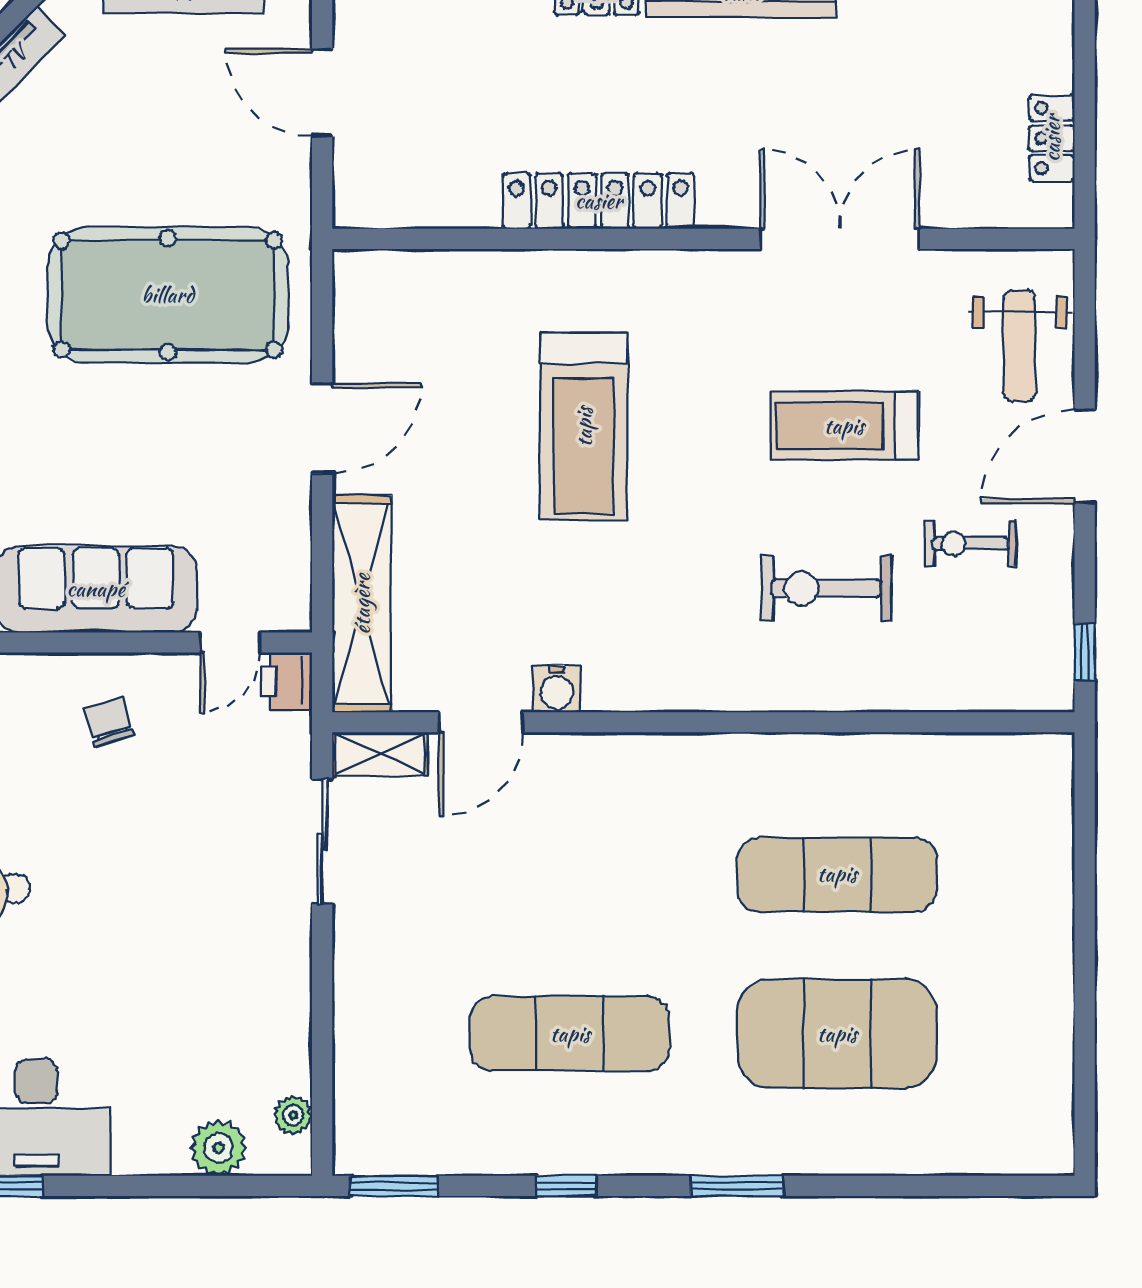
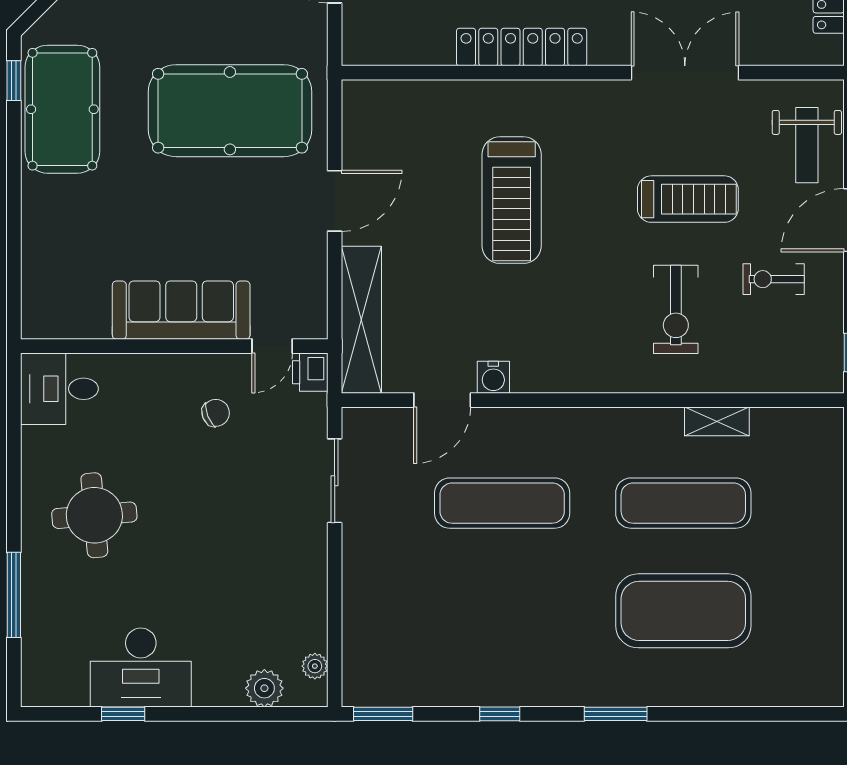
treadmill: (844, 426) -> (688, 199), turned 180
exercise bike: (826, 588) -> (676, 309), turned -90
chair: (109, 722) -> (216, 413), moved, turned 85
shelving: (380, 754) -> (717, 421), moved
exercise mat: (570, 1034) -> (502, 503), moved

